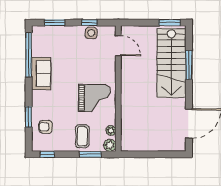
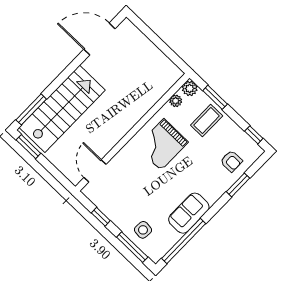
window: (55, 23) -> (132, 247), width x1.44
side table: (91, 33) -> (143, 230), moved
window: (189, 65) -> (31, 109), moved
grand piano: (94, 98) -> (162, 144), turned -90

